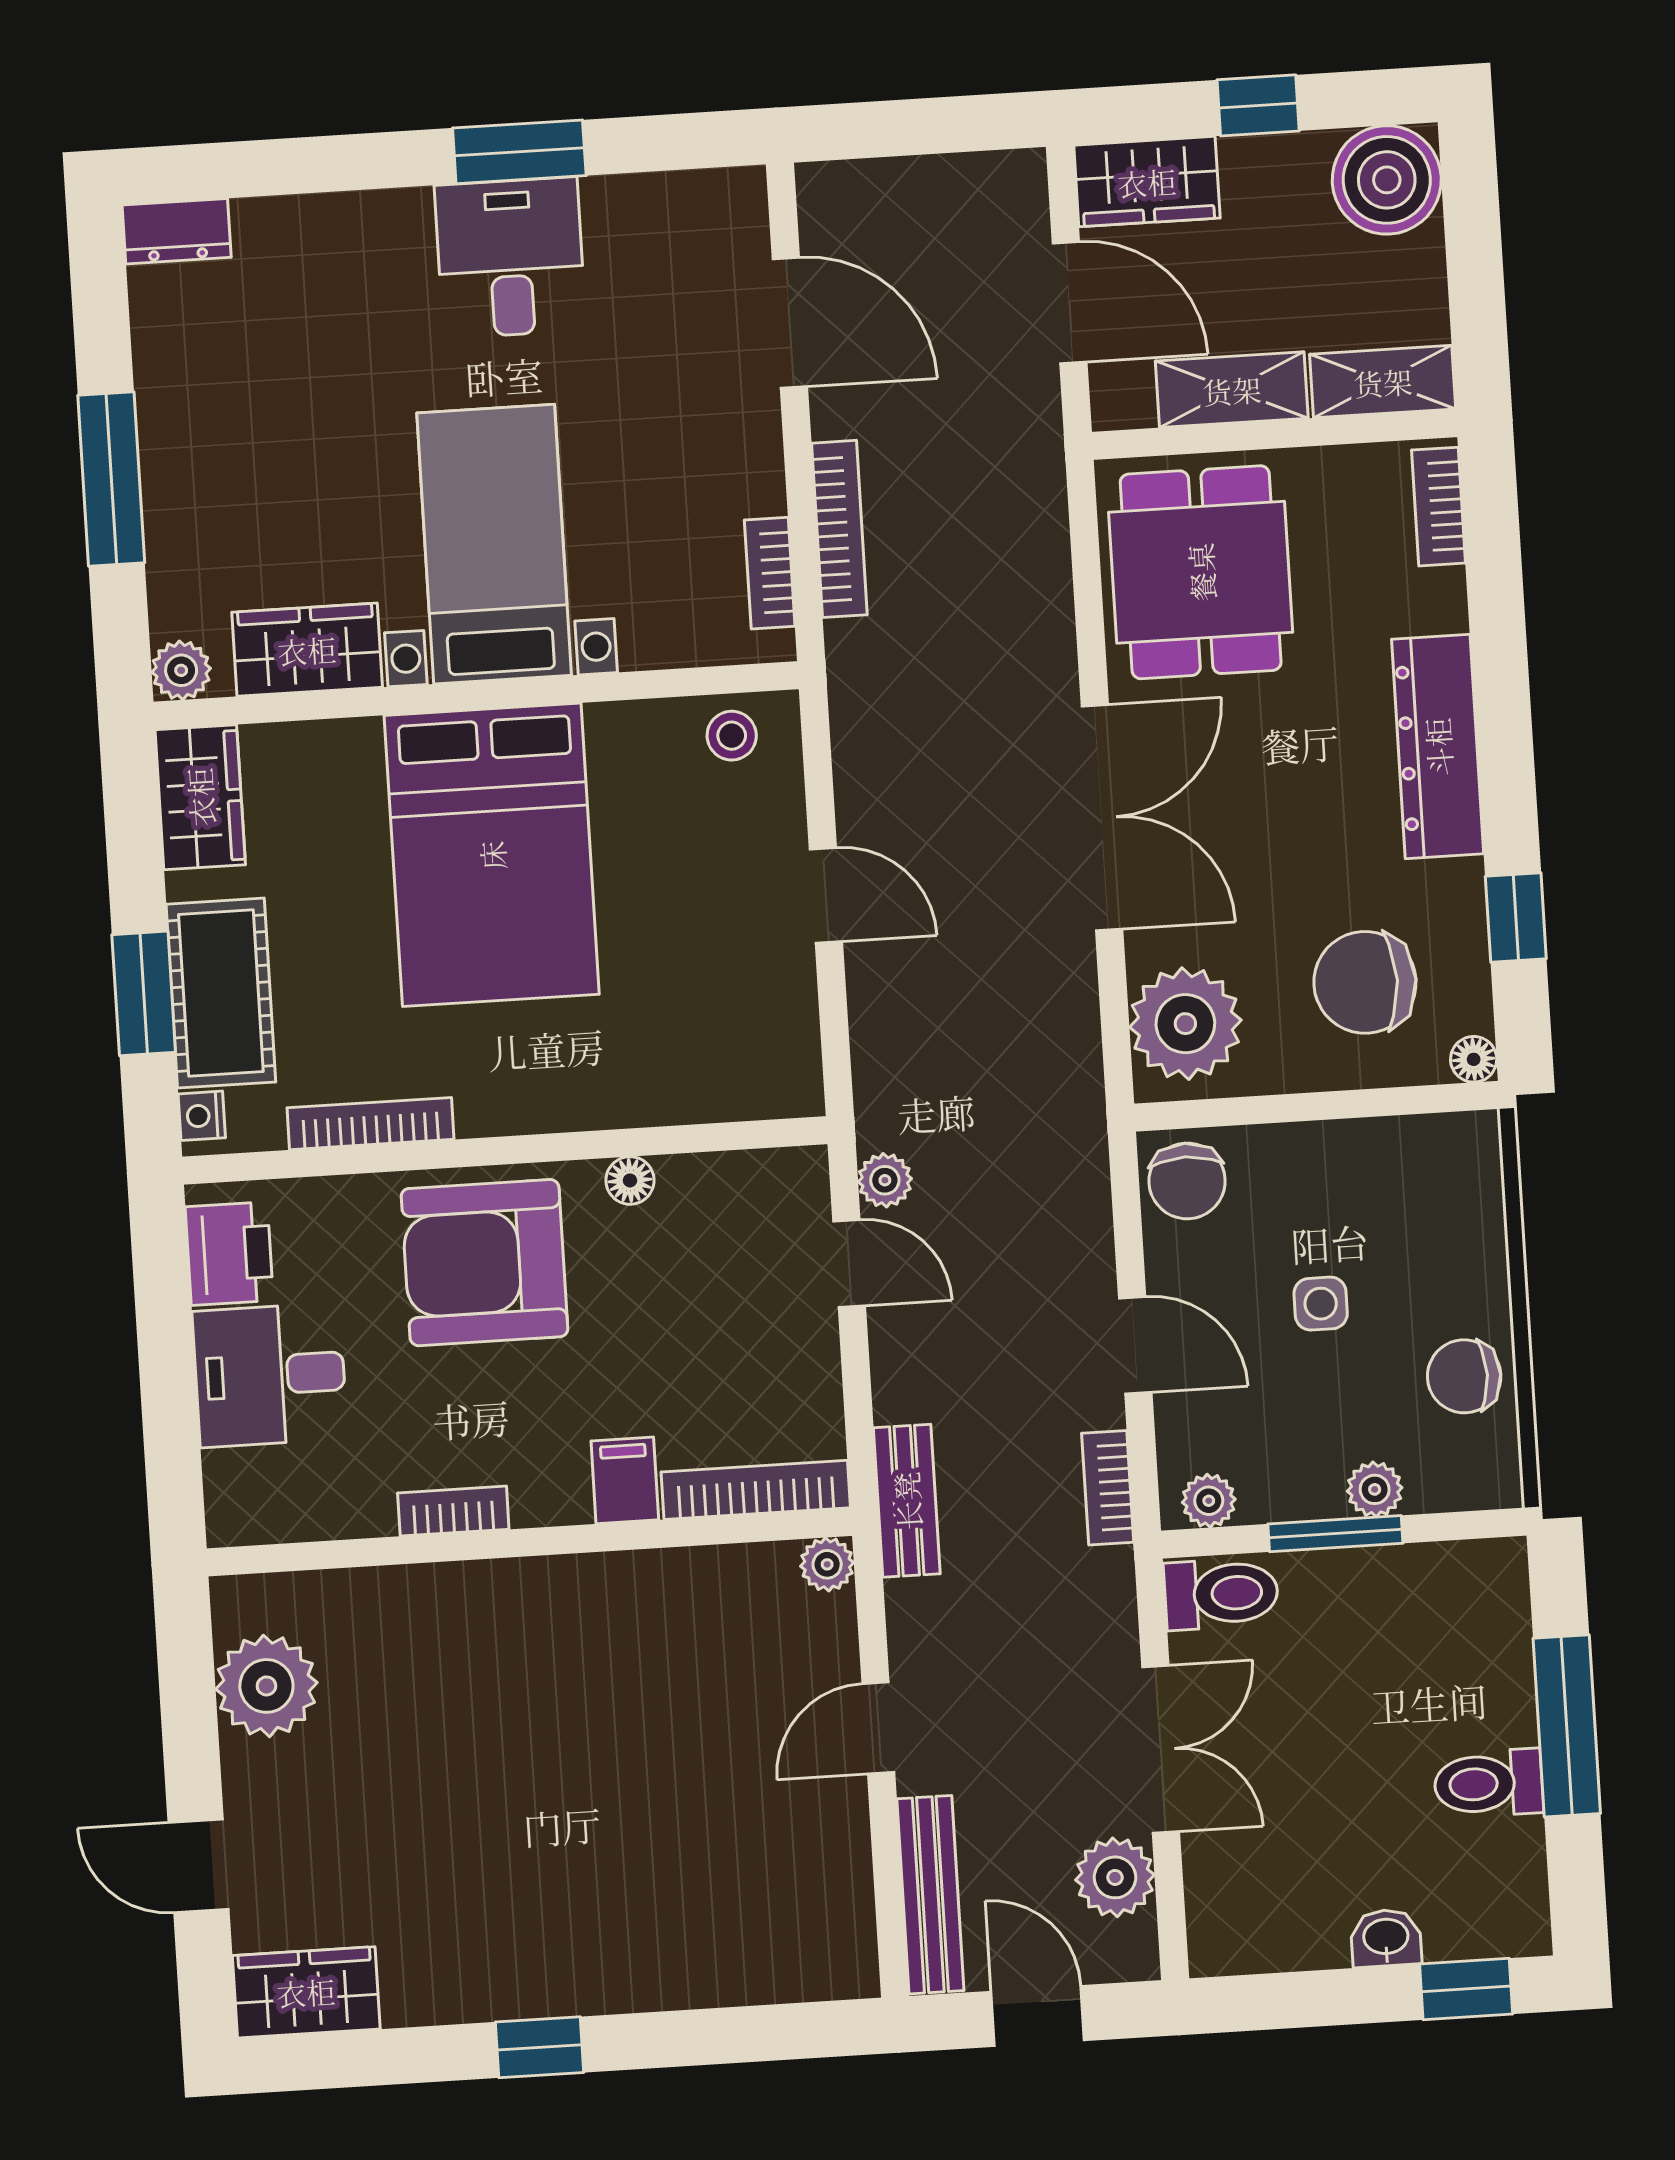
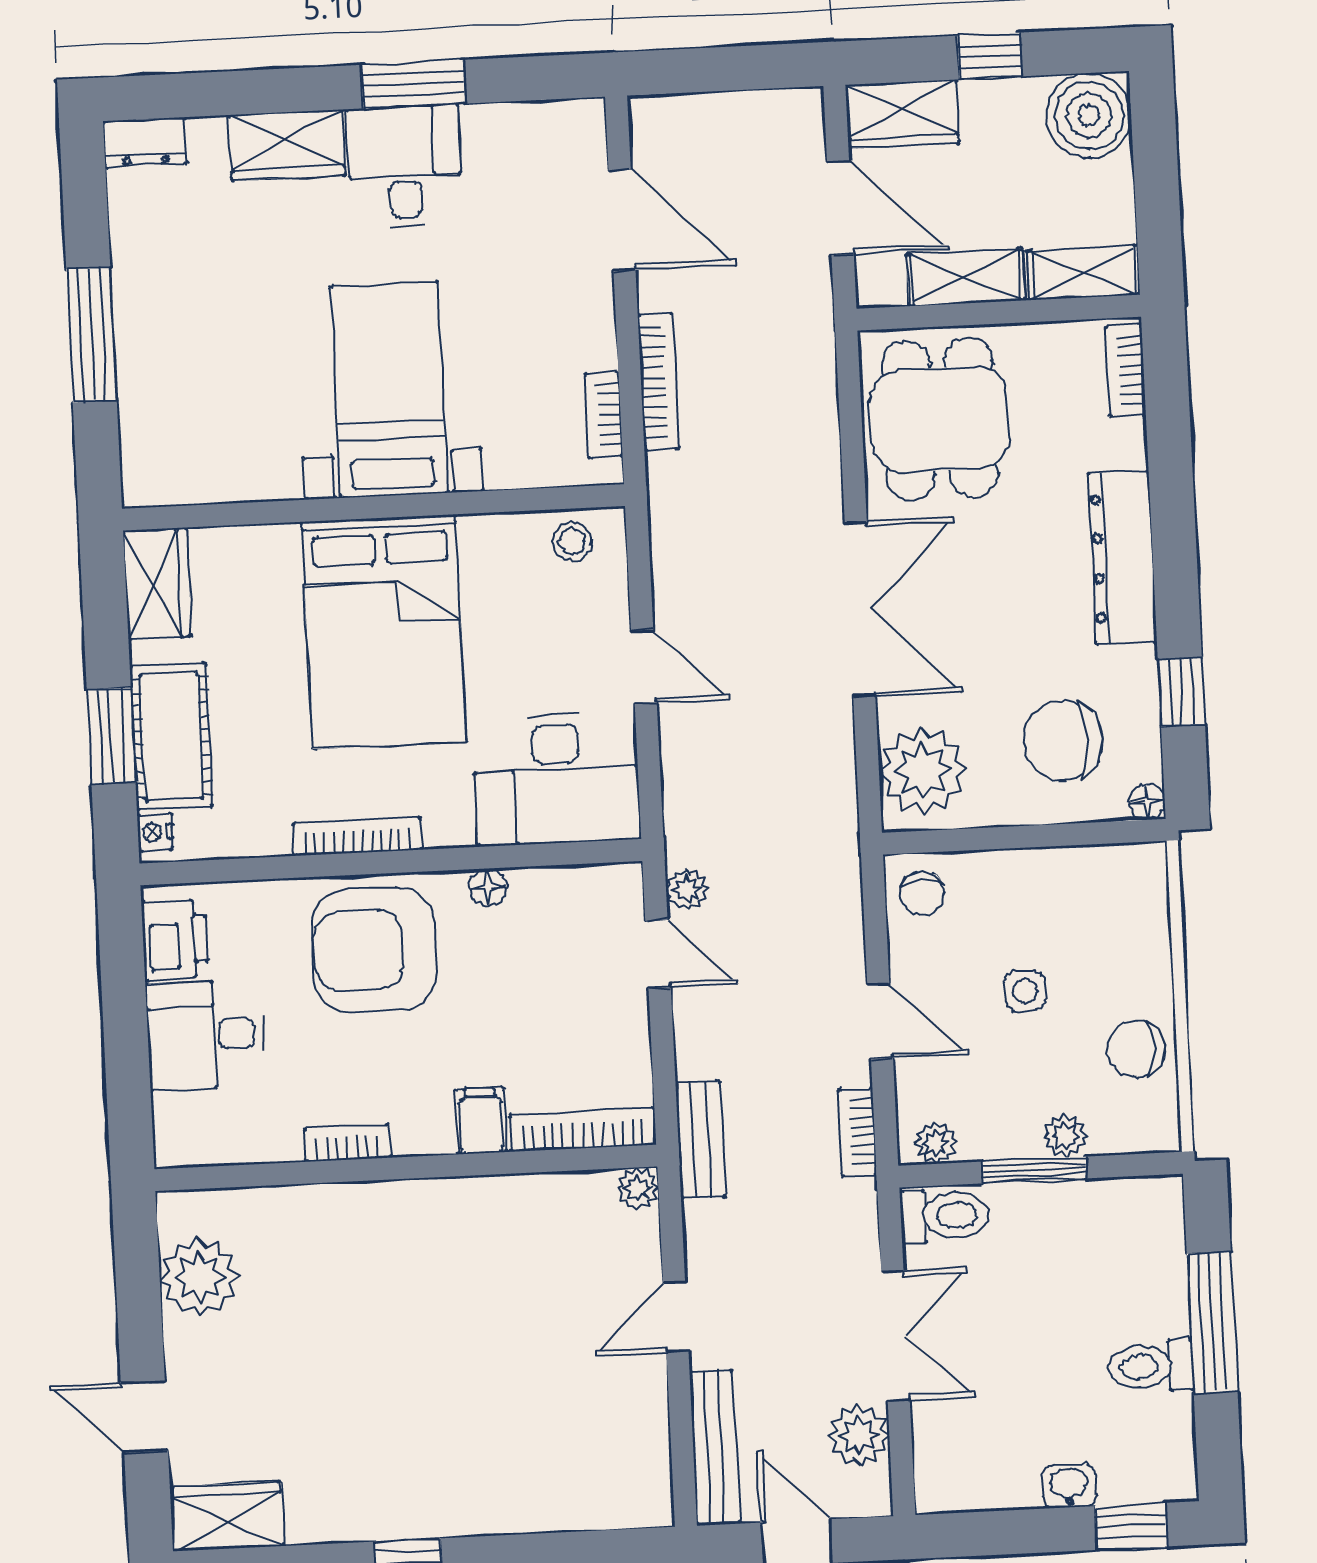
wardrobe: (307, 650) -> (287, 145), moved, turned 180
plant: (181, 670) -> (144, 485), removed
desk: (716, 1041) -> (557, 779), added
bookcase: (371, 1124) -> (358, 836), moved
chair: (1187, 1181) -> (922, 894), width x0.73, depth x0.73

